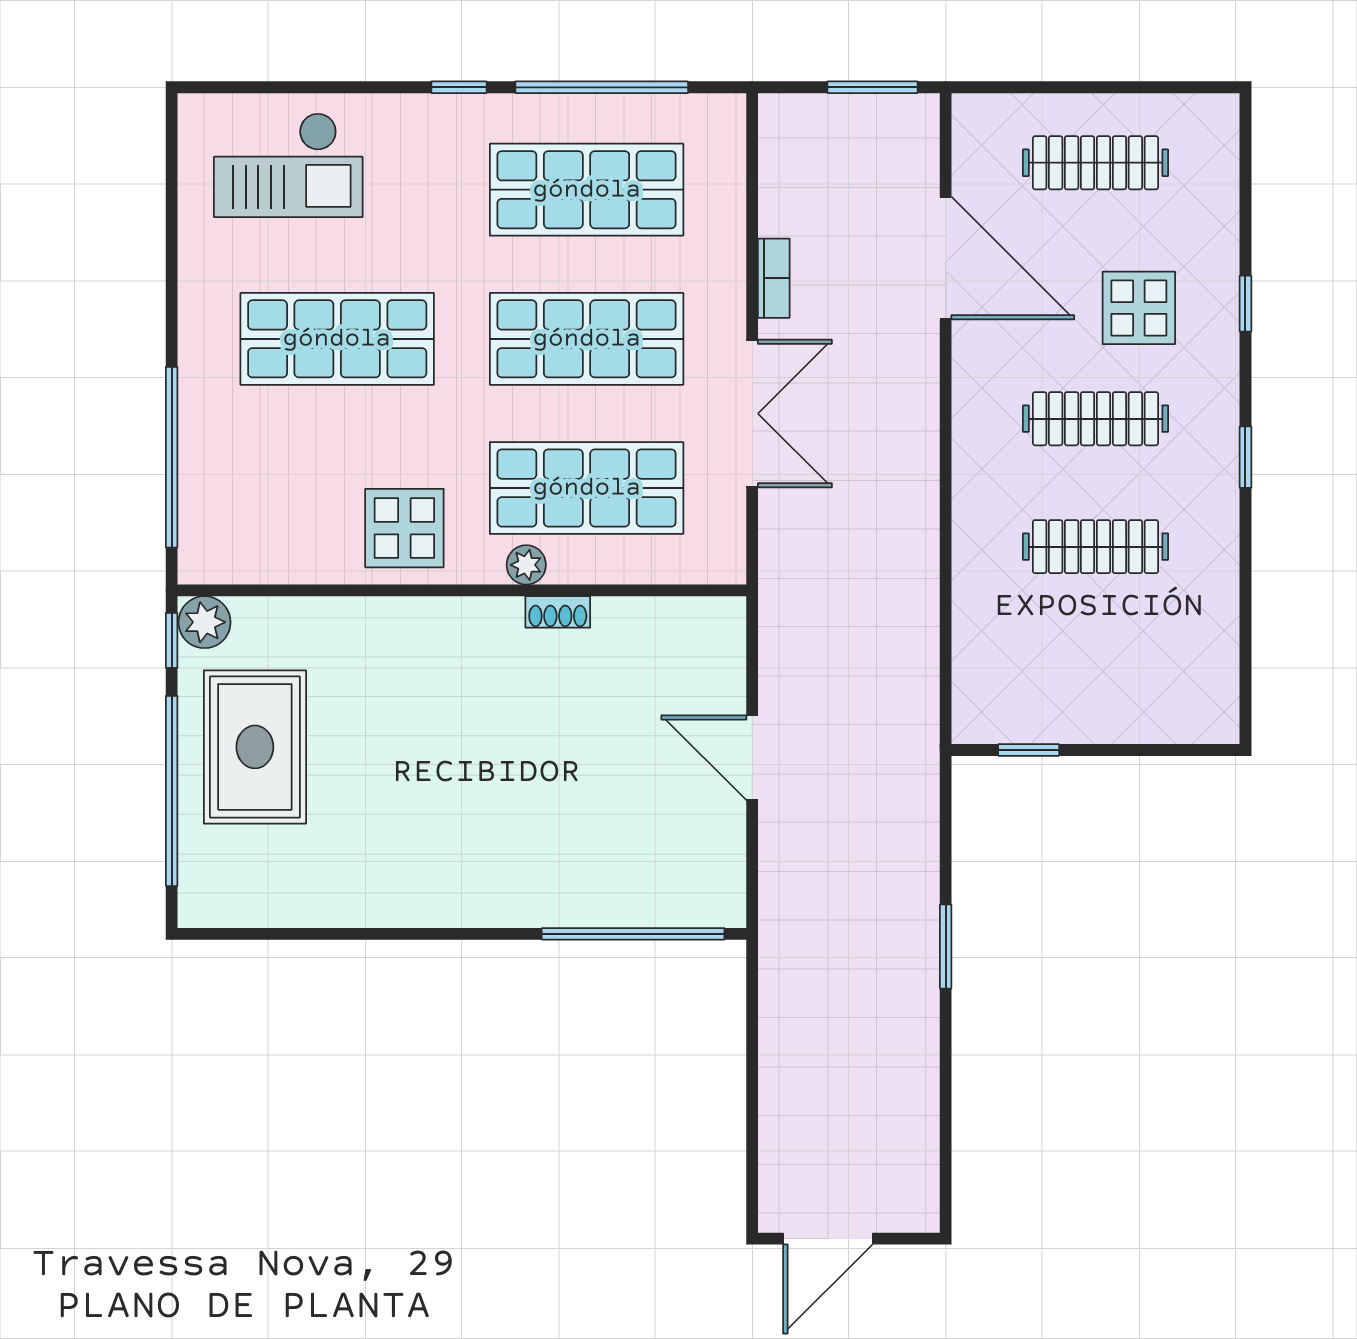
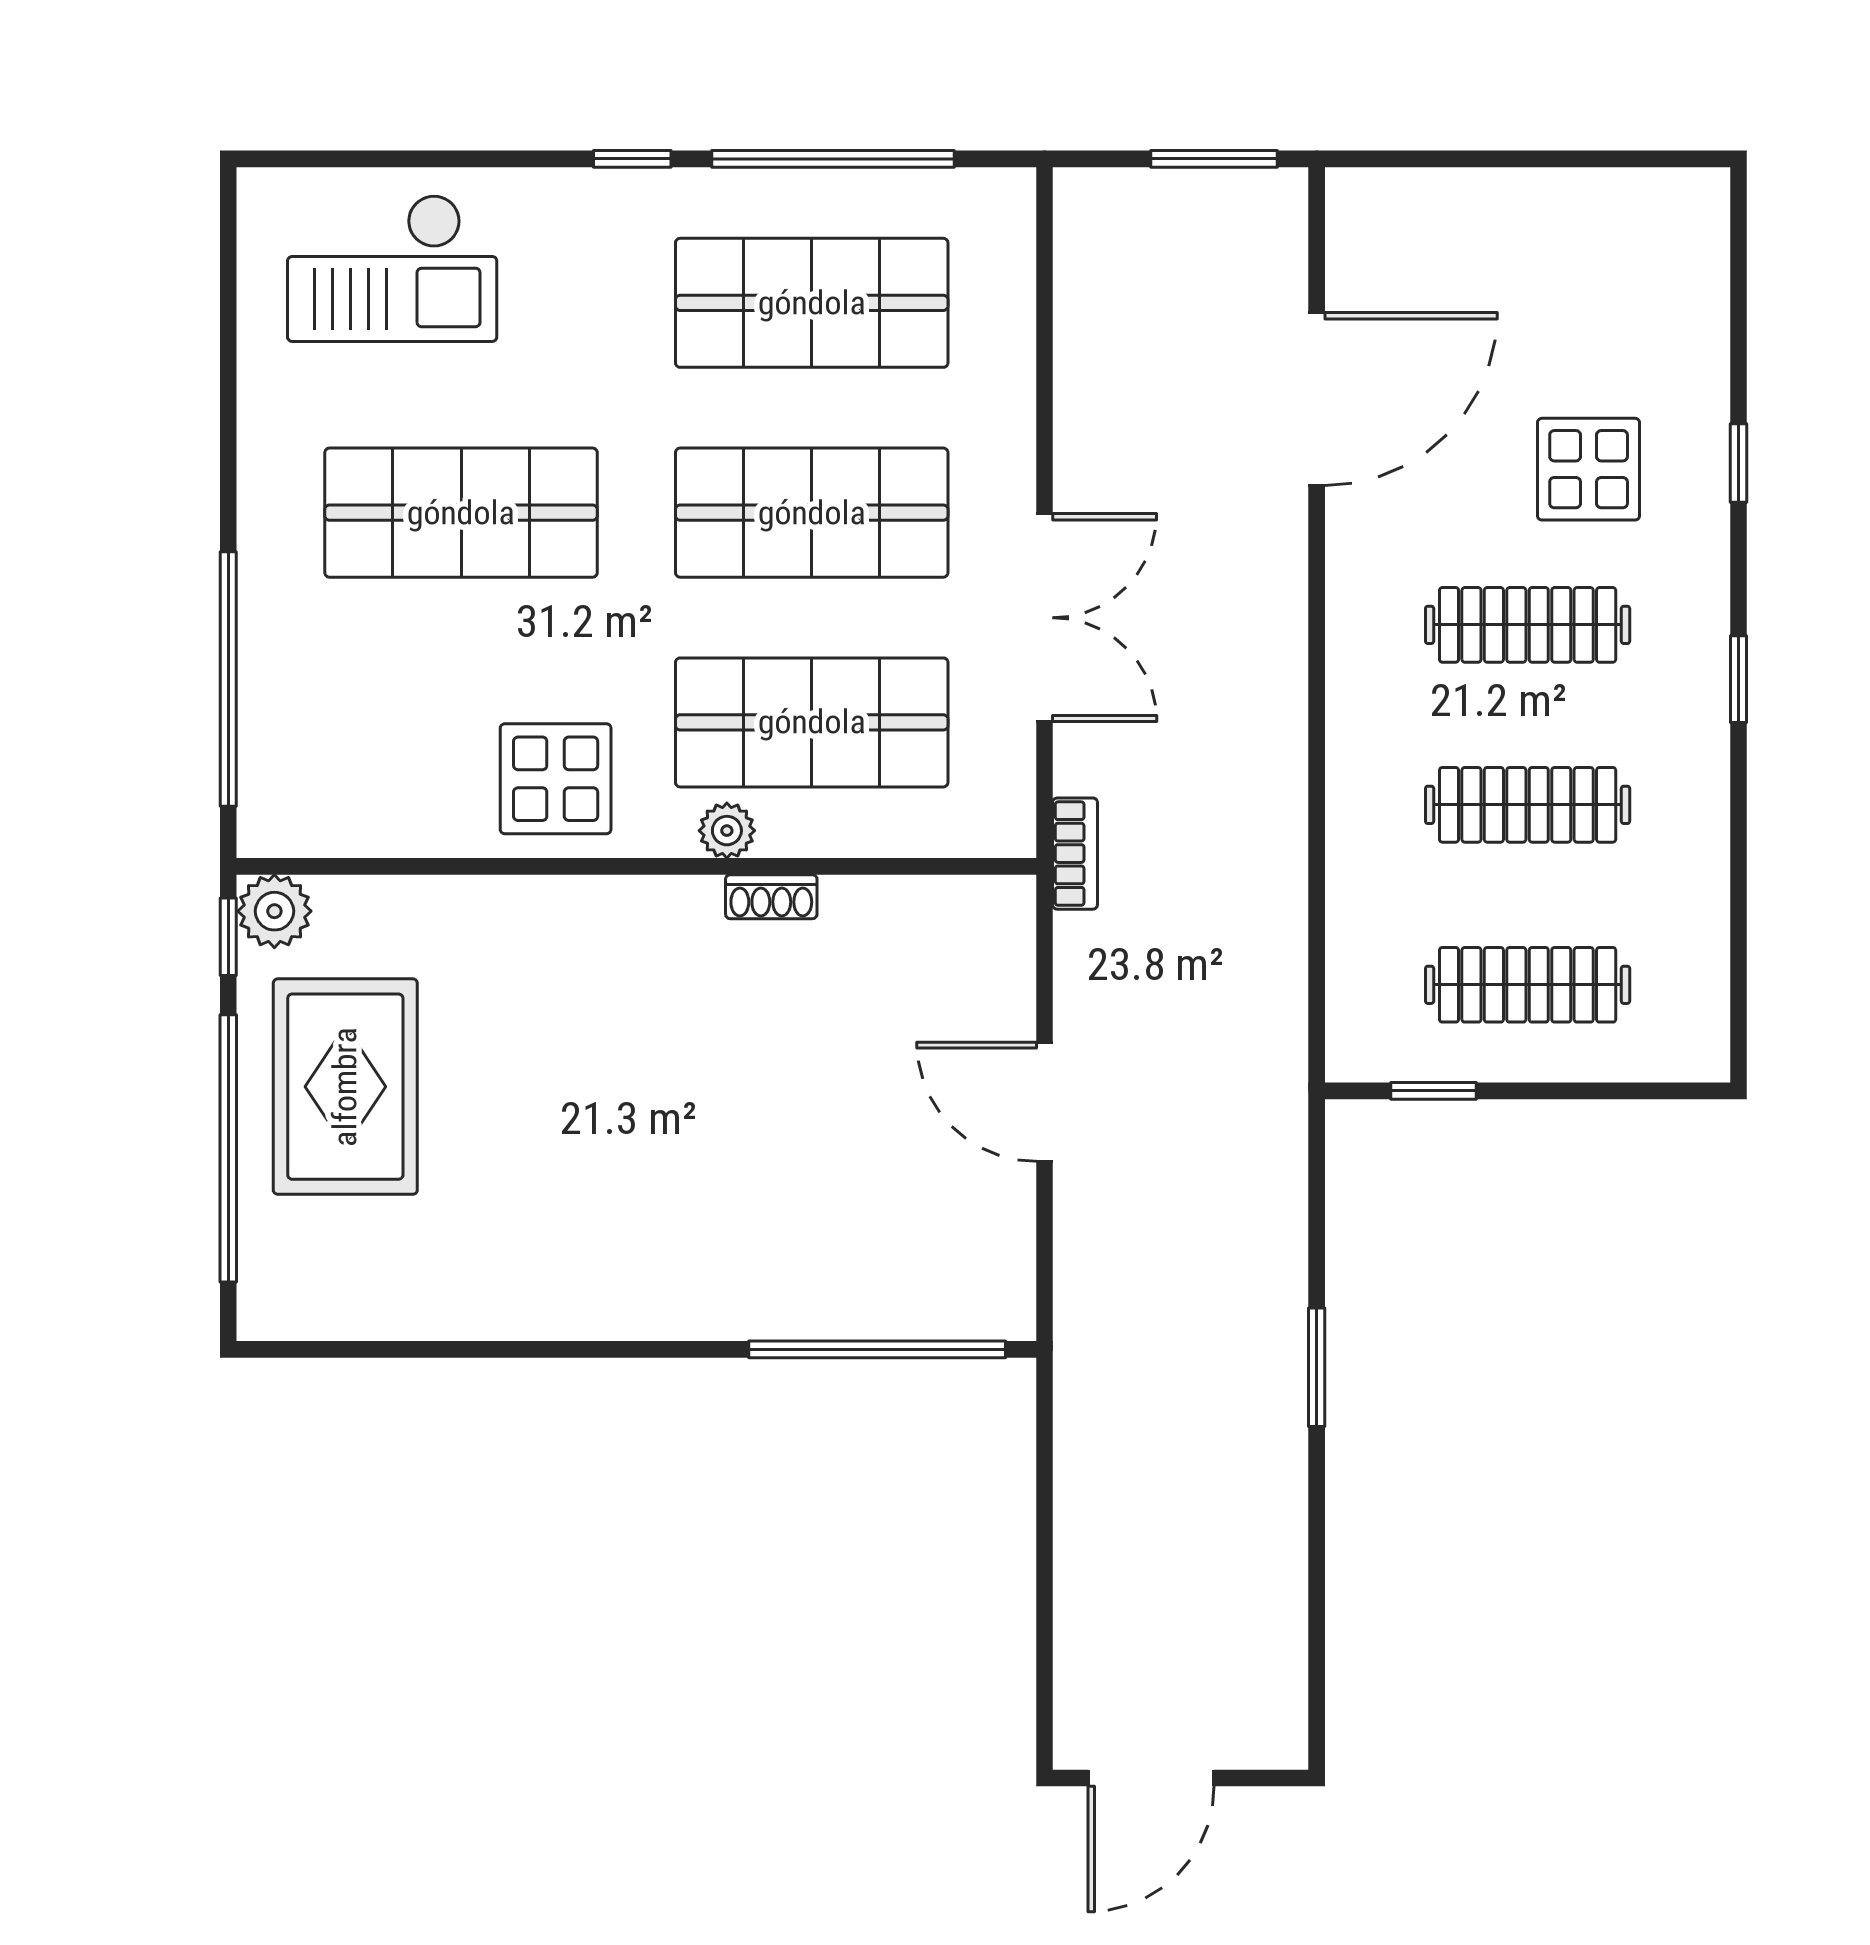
clothes rail: (1096, 163) -> (1528, 985), moved
door: (946, 258) -> (1317, 399), hinge flipped
bookcase: (774, 278) -> (1075, 854), moved

